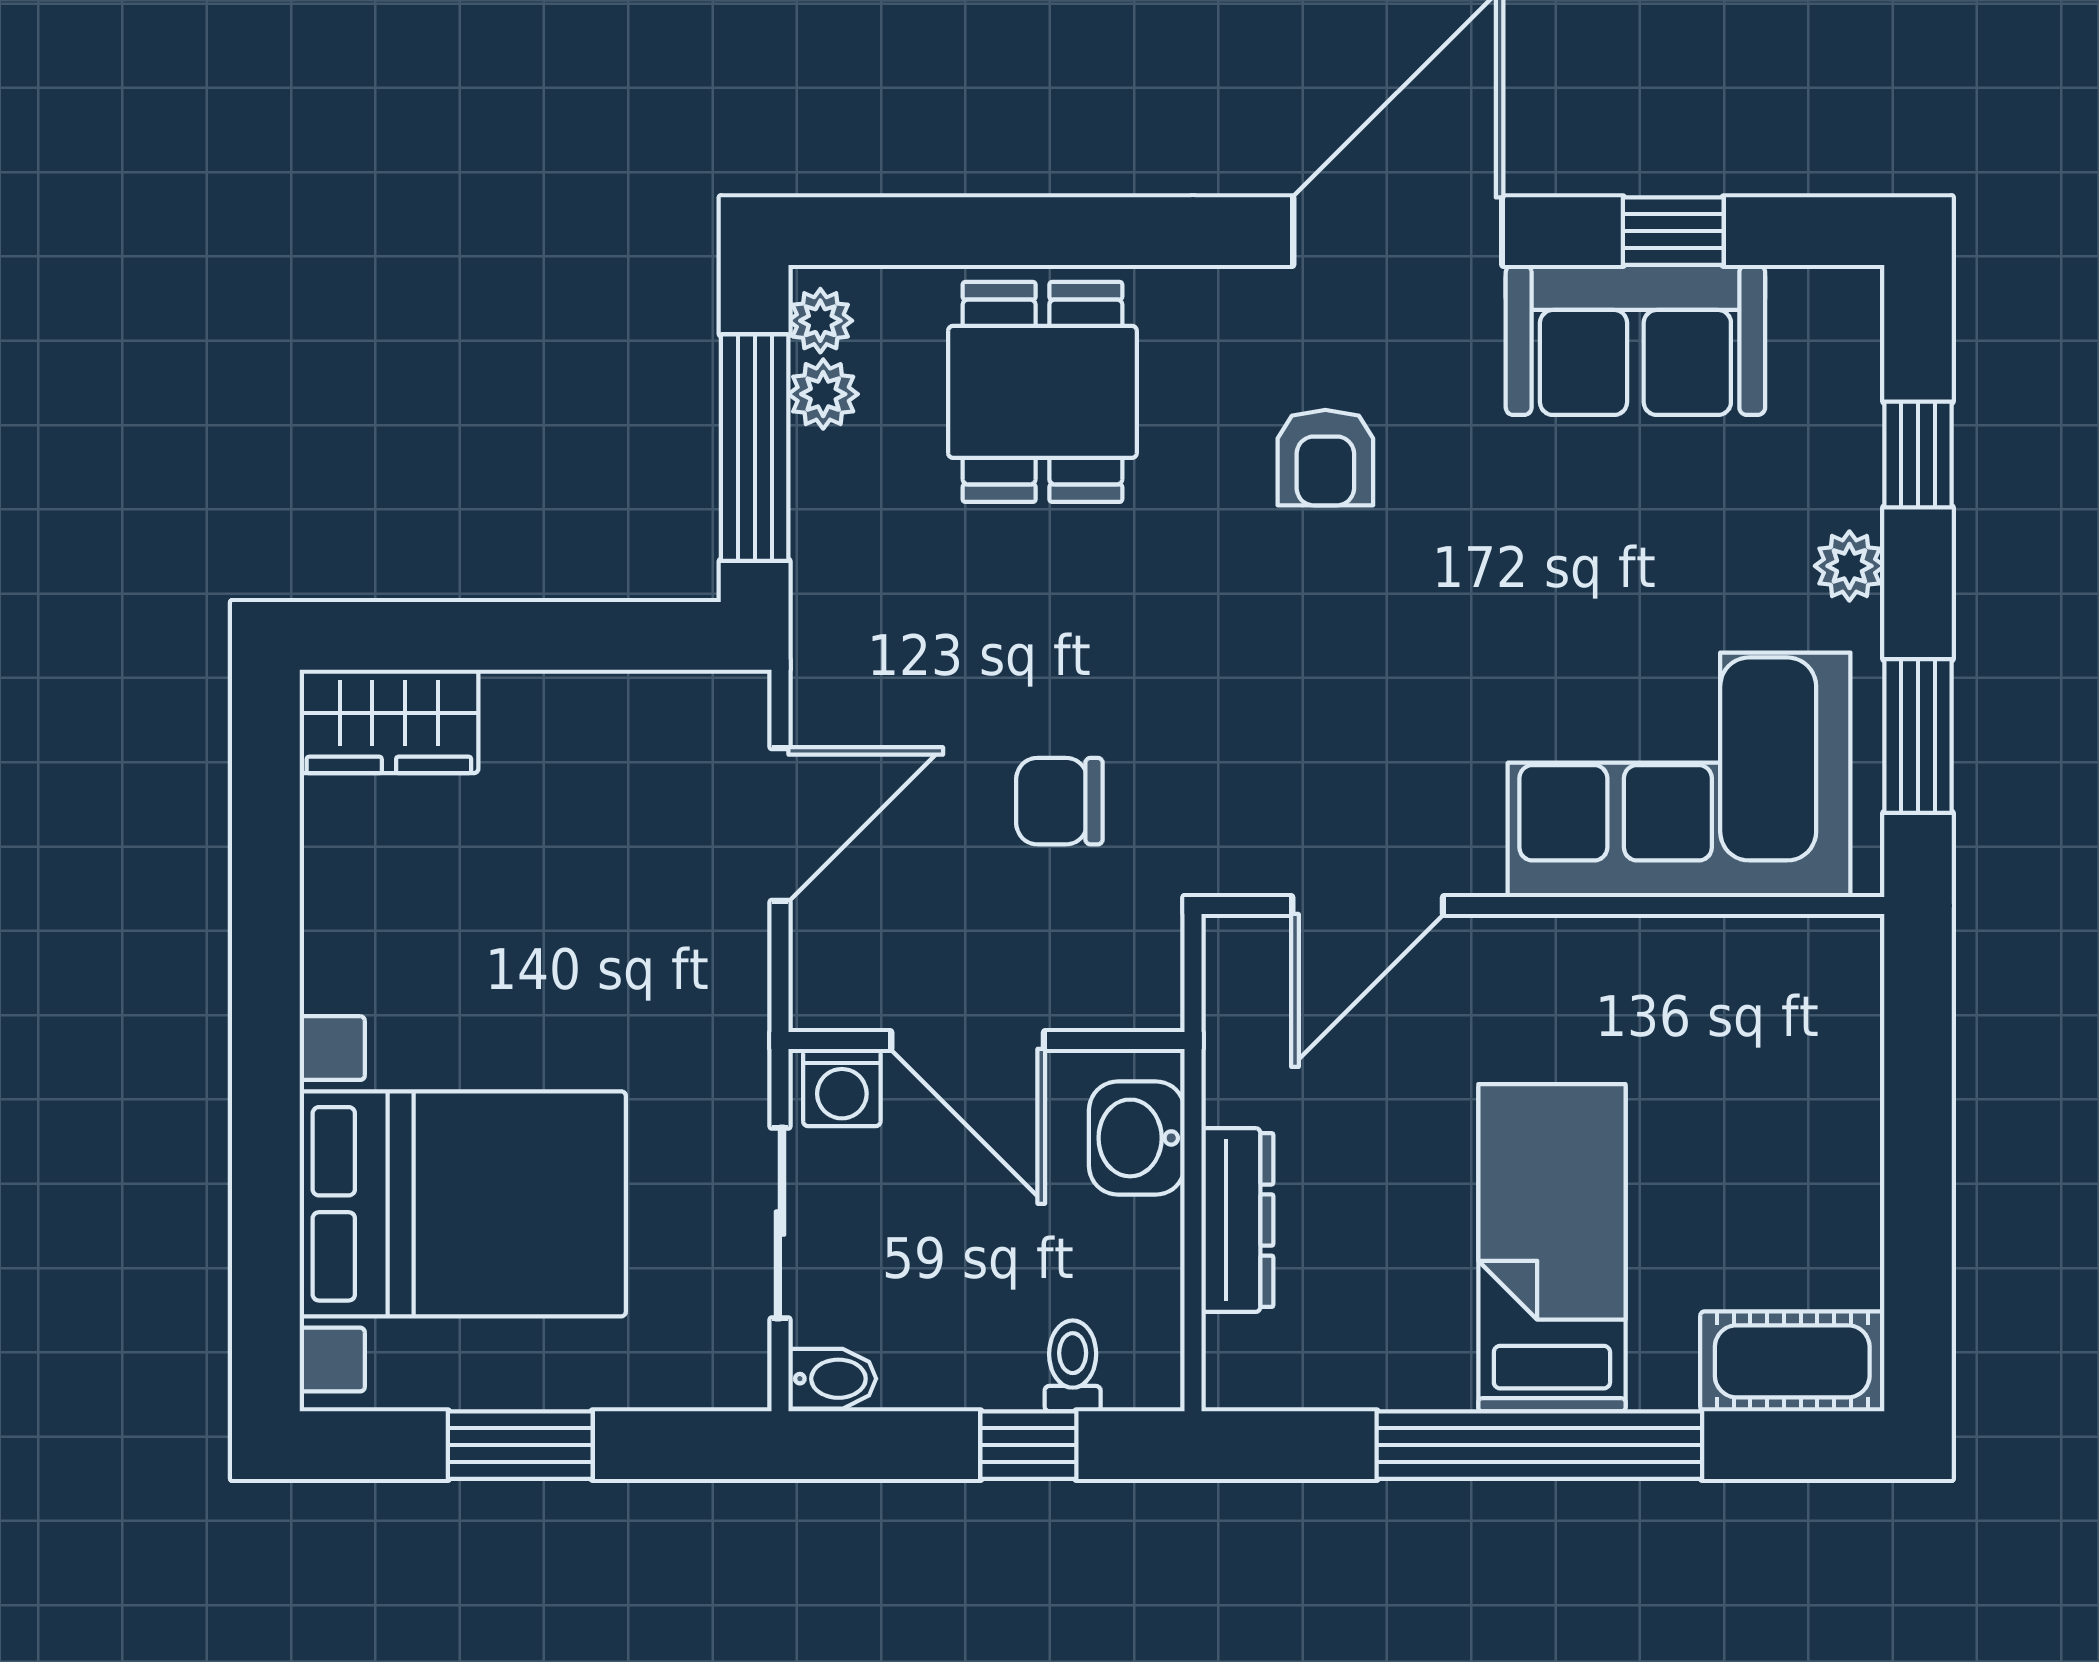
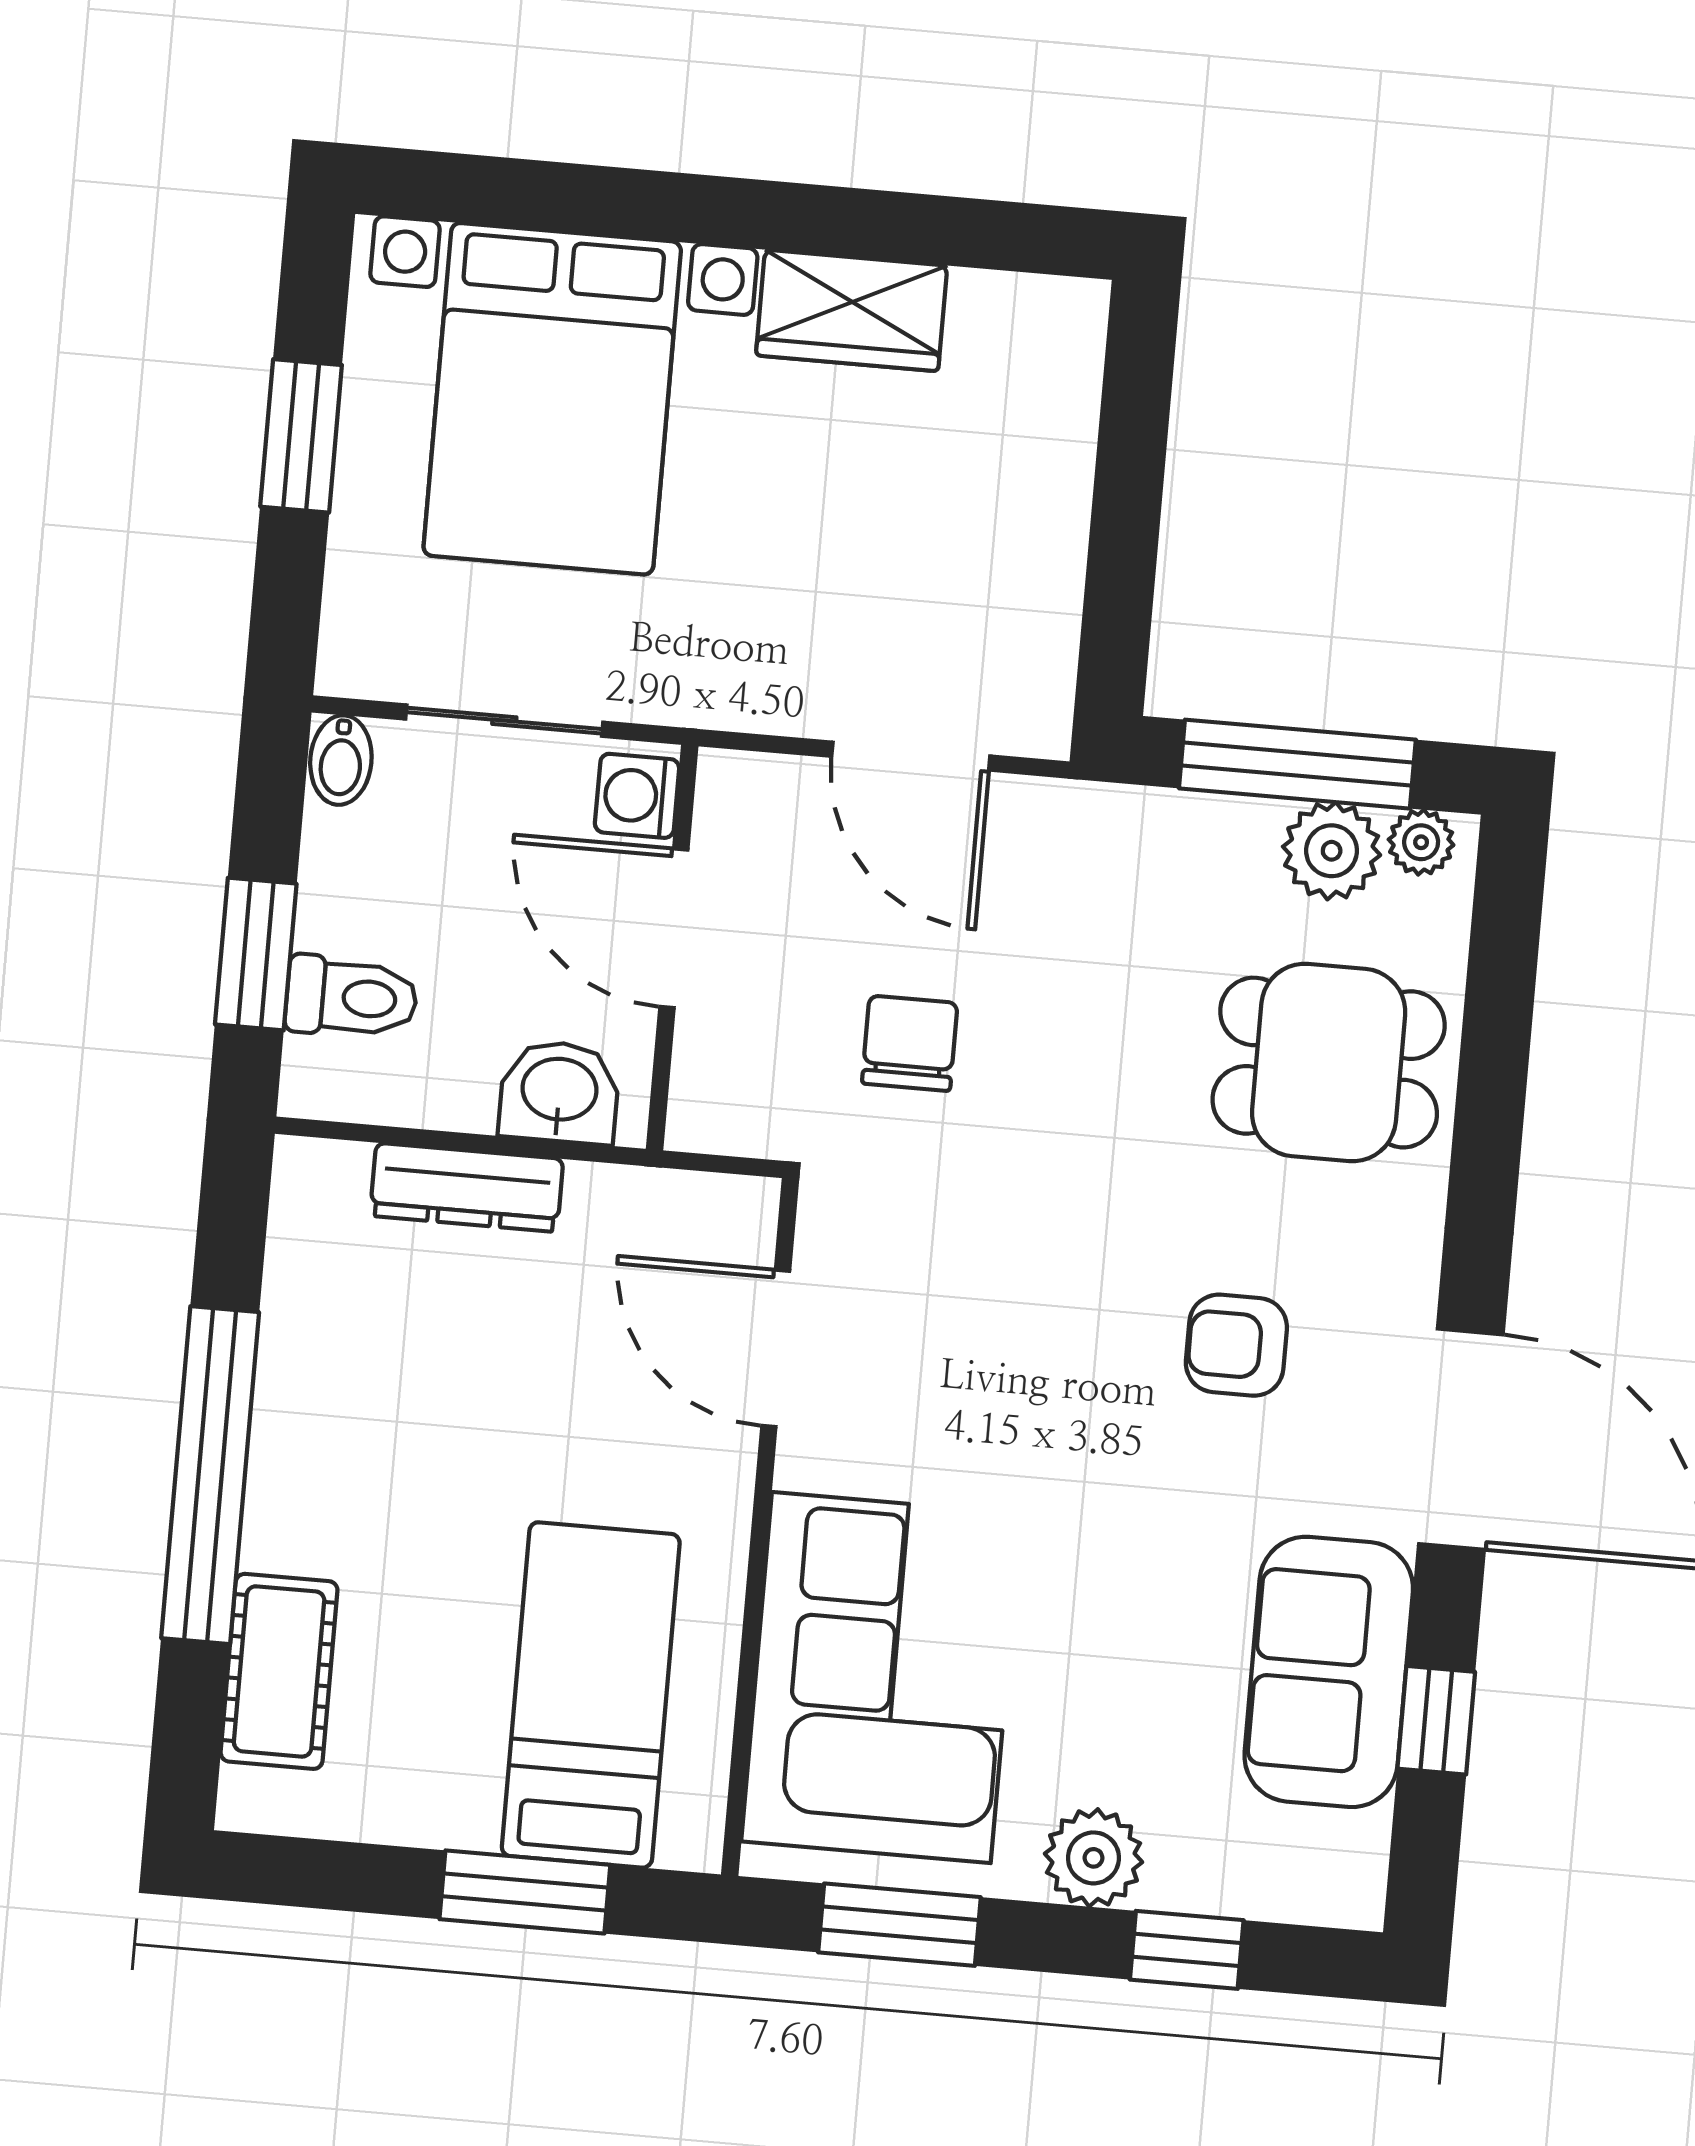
plant: (823, 394) -> (1332, 851), width x1.38, depth x1.38
plant: (1849, 566) -> (1094, 1858), width x1.38, depth x1.38
wardrobe: (389, 721) -> (852, 310), moved, turned -90
door: (968, 1040) -> (674, 928), hinge flipped
window: (1918, 1103) -> (525, 1892), added
bed: (1552, 1248) -> (591, 1695), moved, turned -90
cot: (1792, 1361) -> (279, 1671), moved
toilet: (1073, 1366) -> (351, 997), width x1.37, depth x1.39
window: (1028, 1445) -> (256, 954), width x1.50

